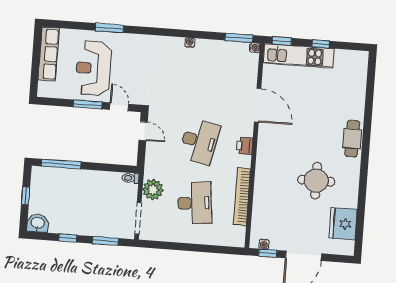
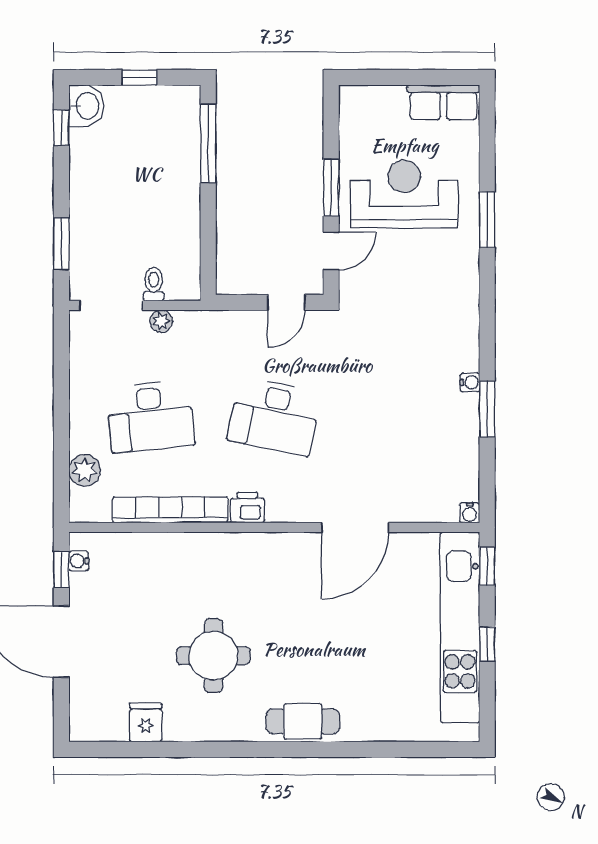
window: (239, 38) -> (487, 409), moved
row of seats: (49, 54) -> (443, 102), width x0.68
kitchen unit: (299, 56) -> (460, 627), width x1.36
printer: (245, 146) -> (247, 507), moved
toilet: (130, 178) -> (154, 284), moved
plant: (153, 190) -> (161, 321), width x0.53, depth x0.53
fridge: (343, 224) -> (146, 722), width x0.53, depth x0.75
window: (68, 238) -> (61, 127), moved
plant: (219, 238) -> (85, 470), added

